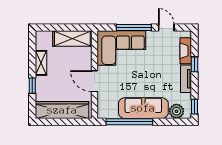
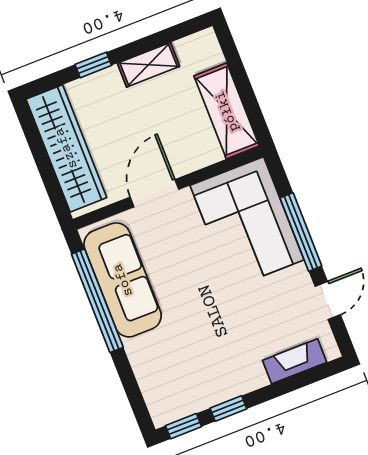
window: (194, 64) -> (228, 409), moved
tv unit: (186, 79) -> (236, 385), removed
sofa: (143, 108) -> (123, 280), moved
plant: (176, 111) -> (159, 392), removed

